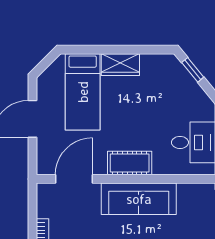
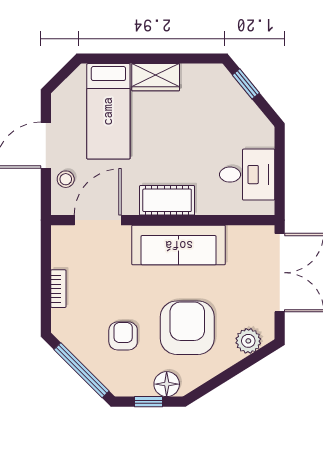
stool: (48, 146) -> (66, 179), added

